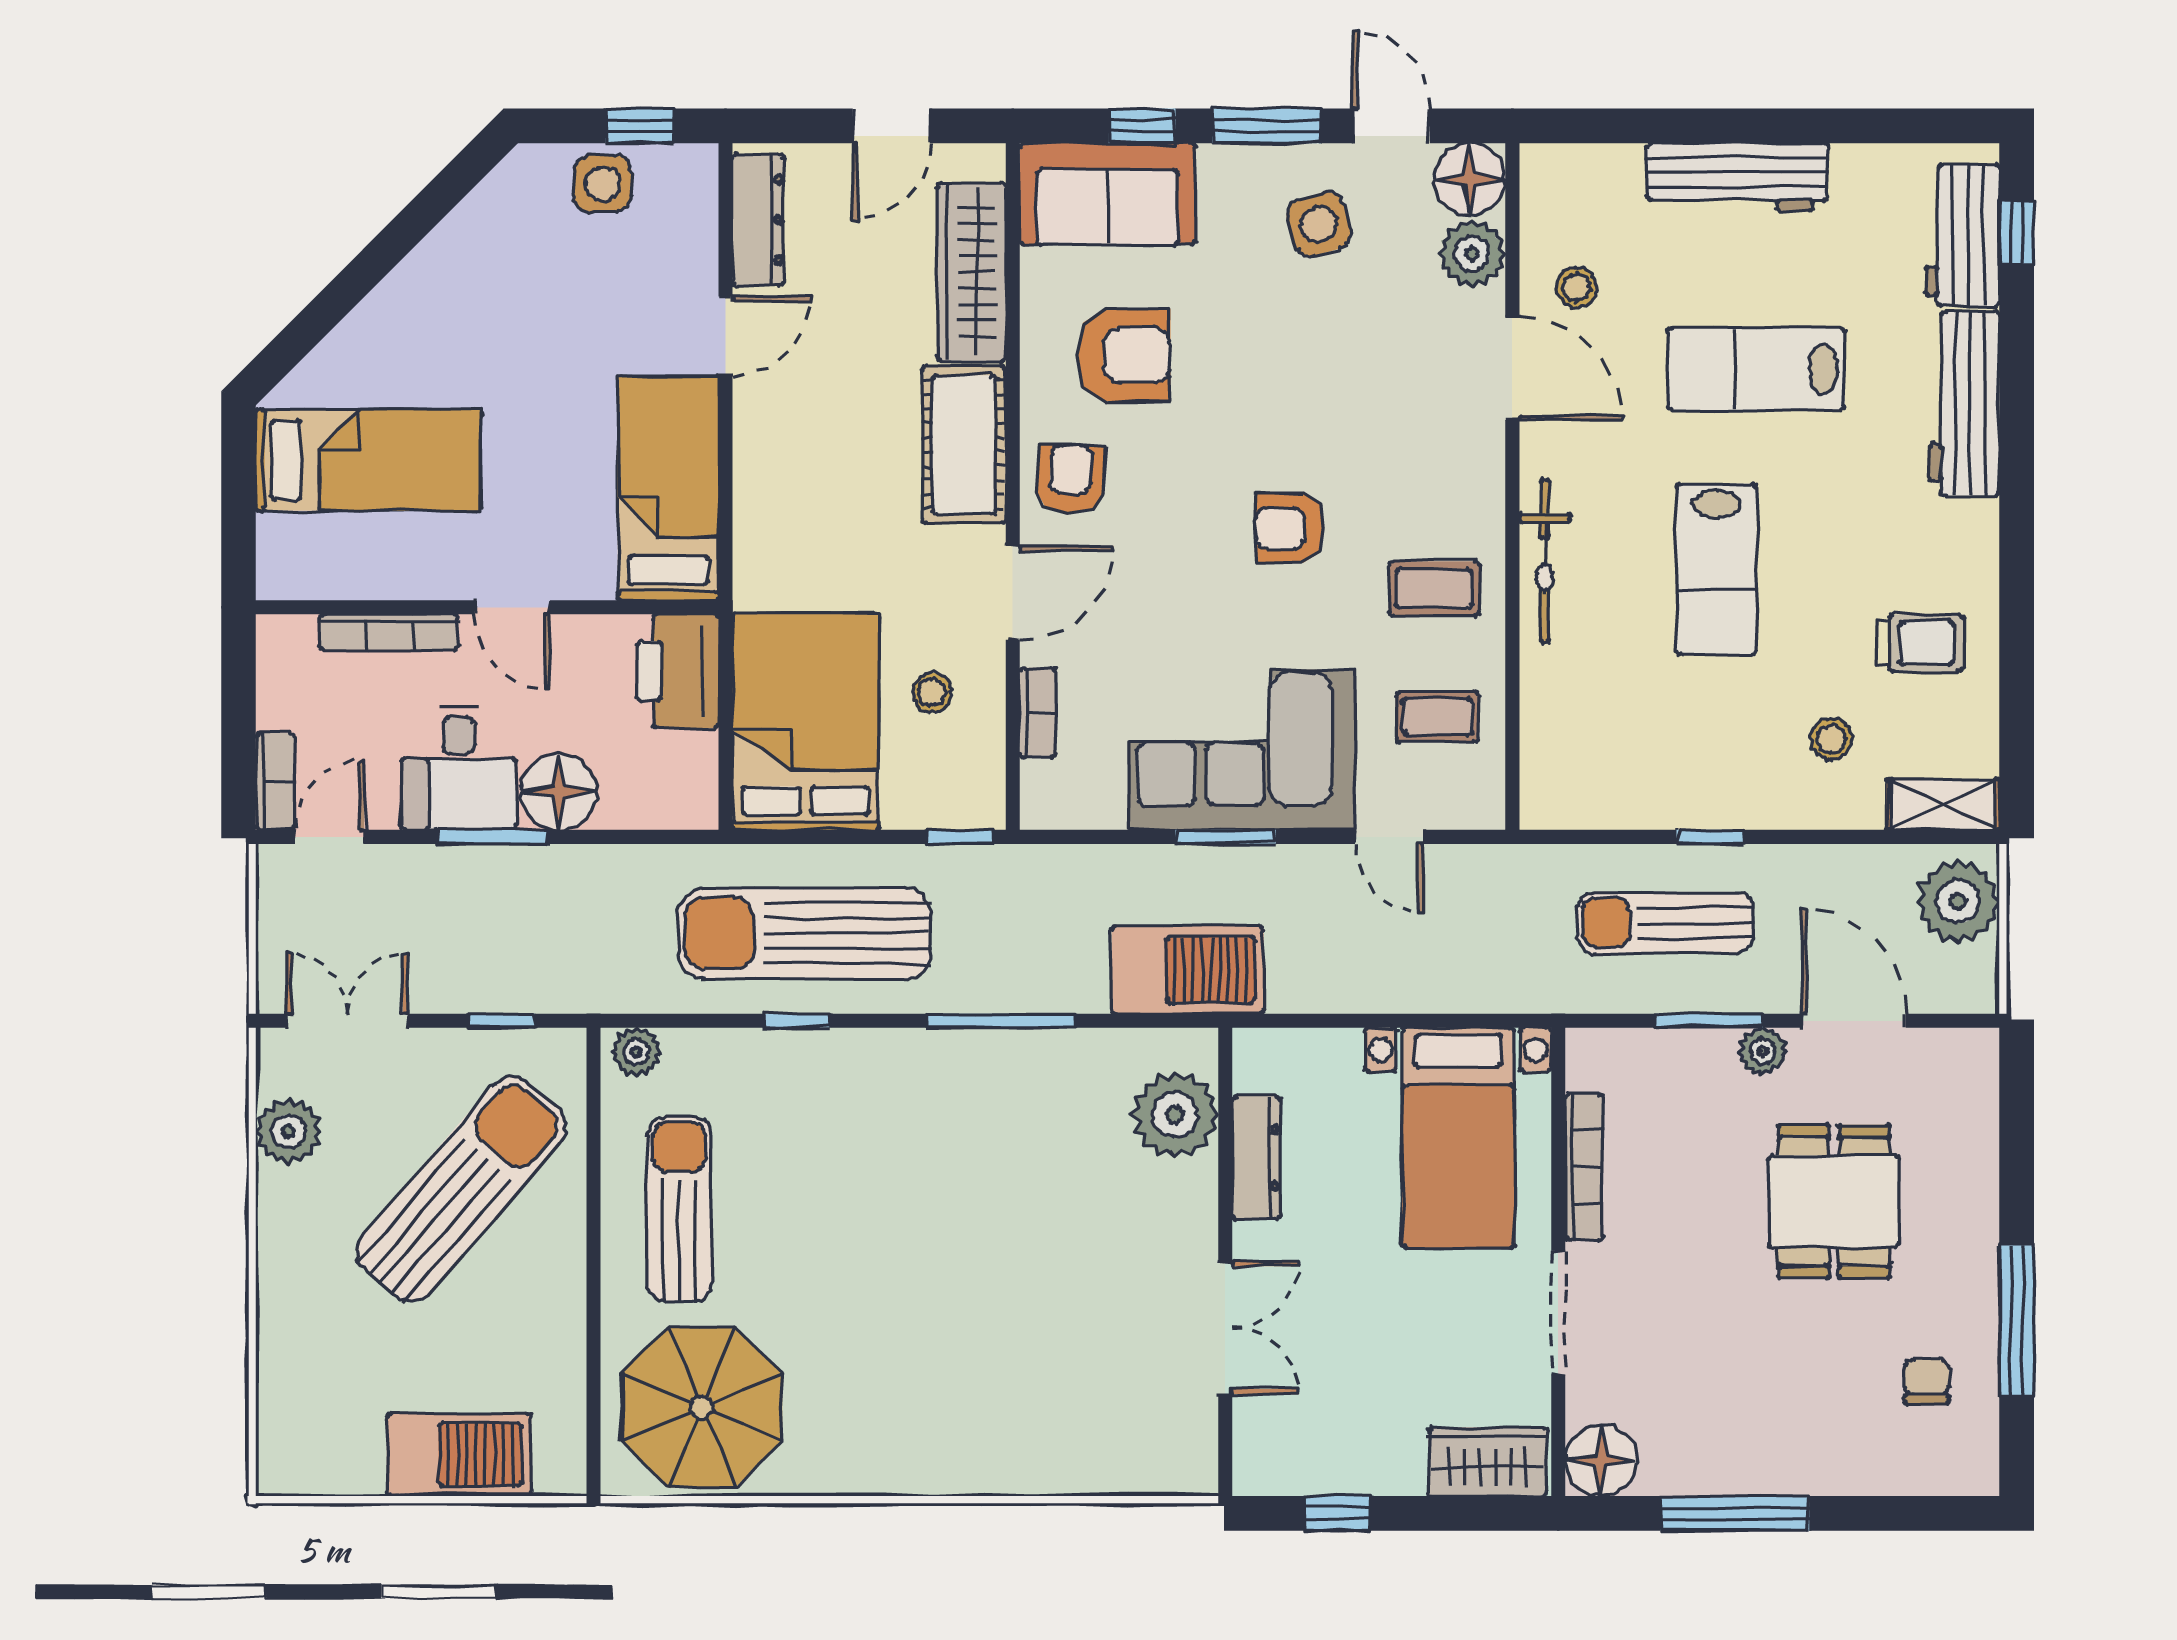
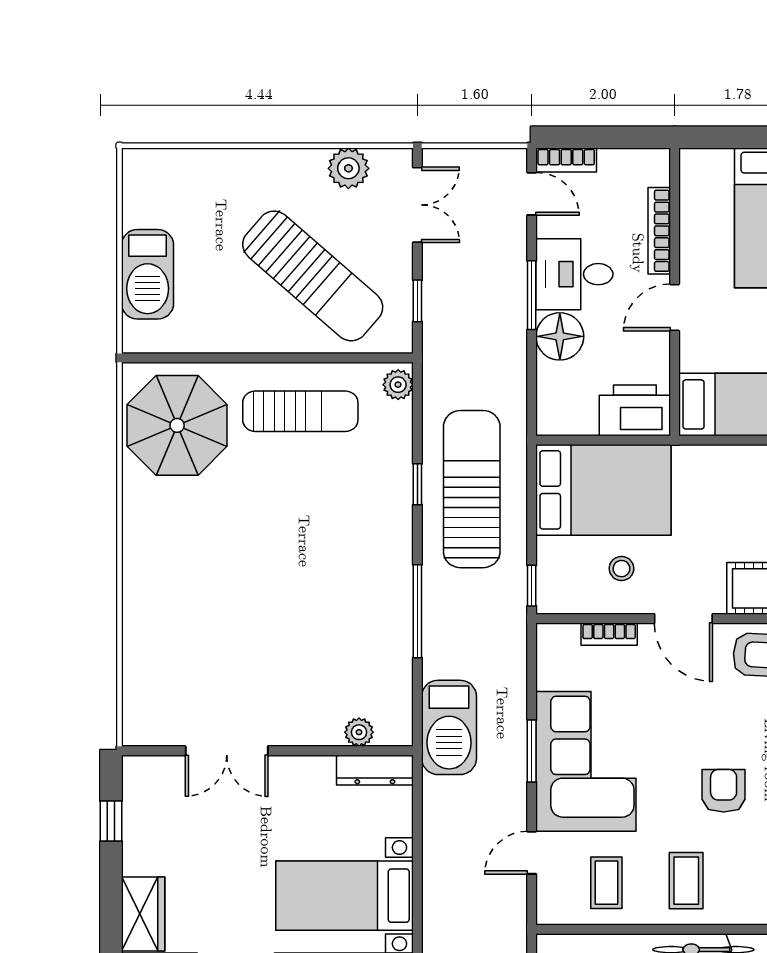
plant: (1175, 1115) -> (359, 732), width x0.53, depth x0.53
dresser: (1256, 1158) -> (375, 770), moved

